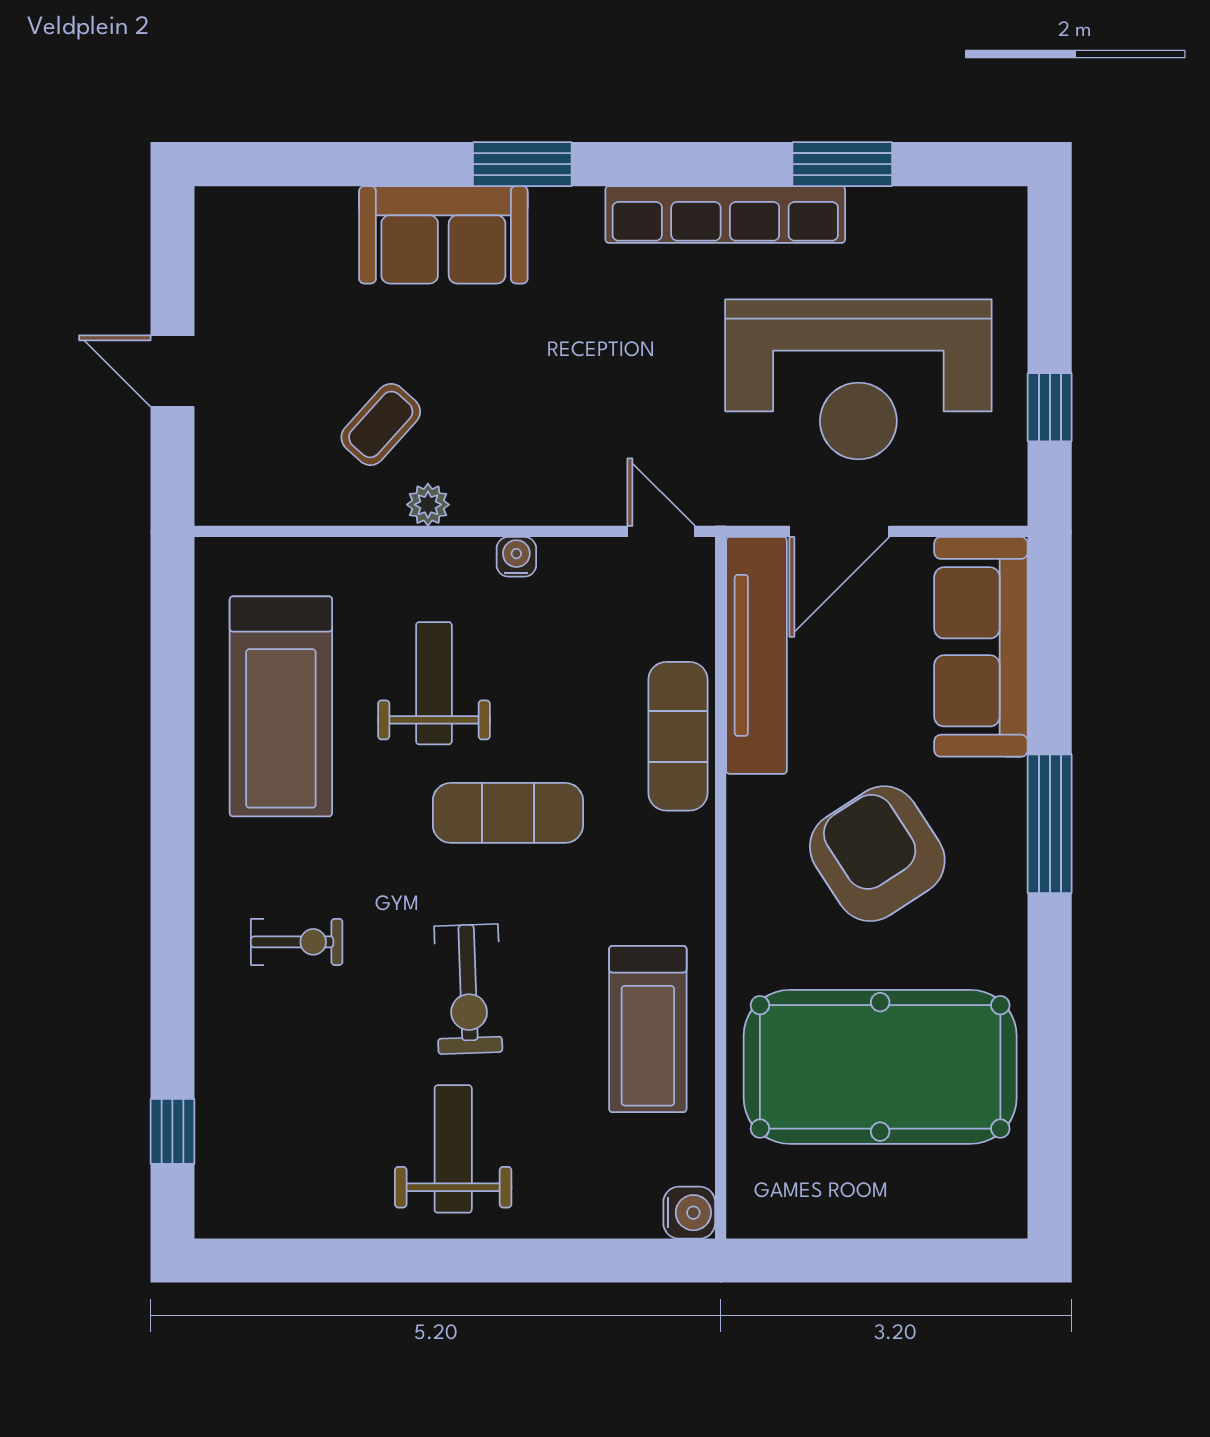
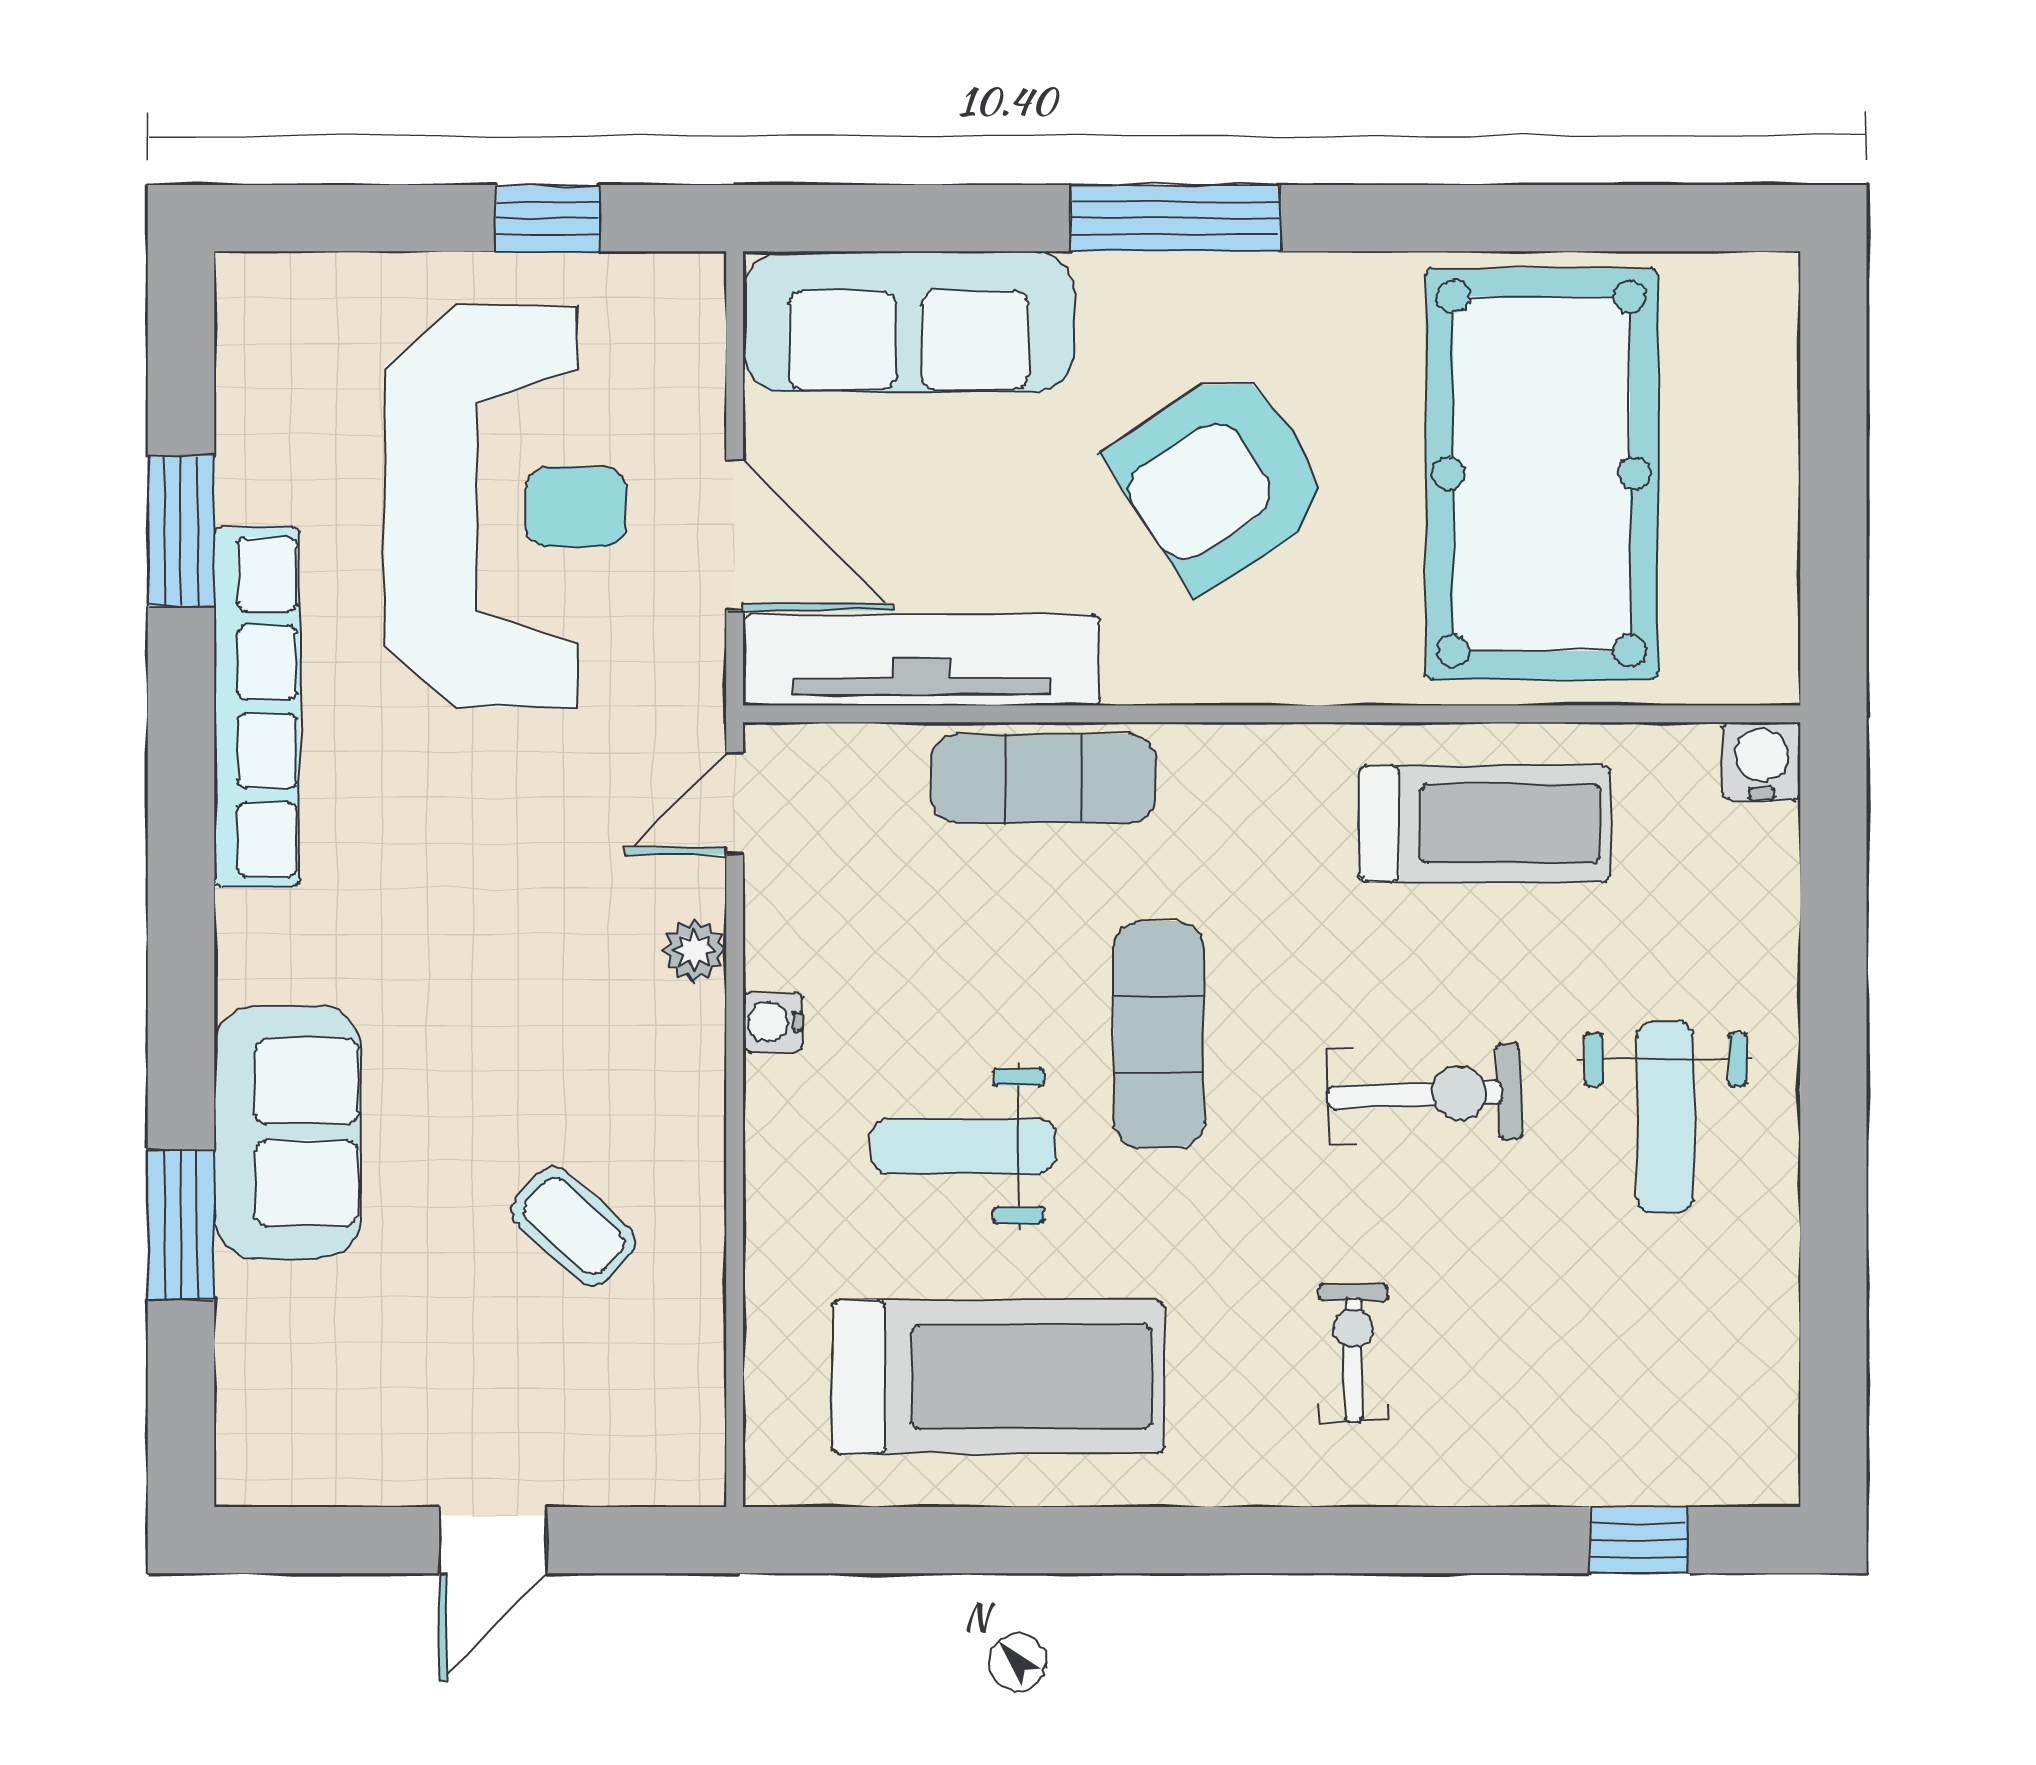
window: (522, 164) -> (181, 1225), moved
plant: (428, 505) -> (694, 950), moved
weight bench: (453, 1149) -> (1665, 1117), turned -90

